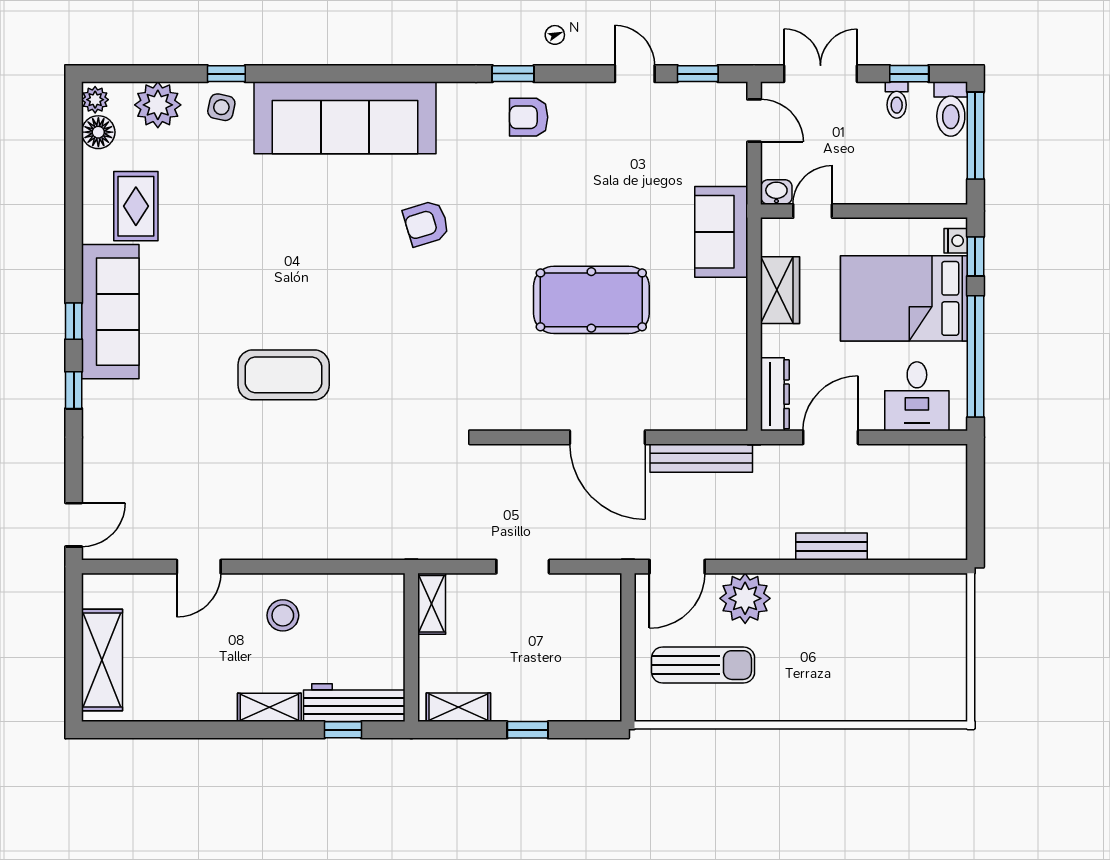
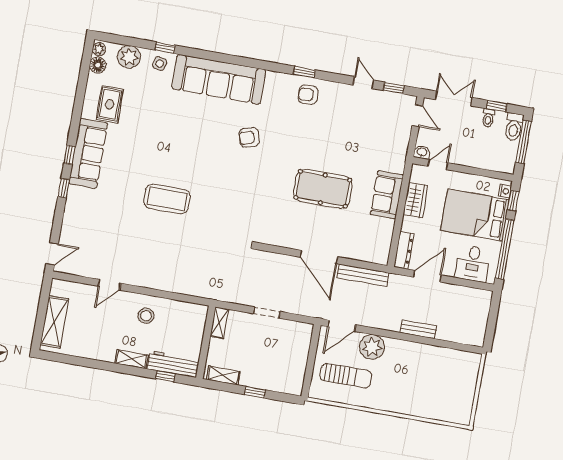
sofa: (721, 232) -> (387, 195), moved

